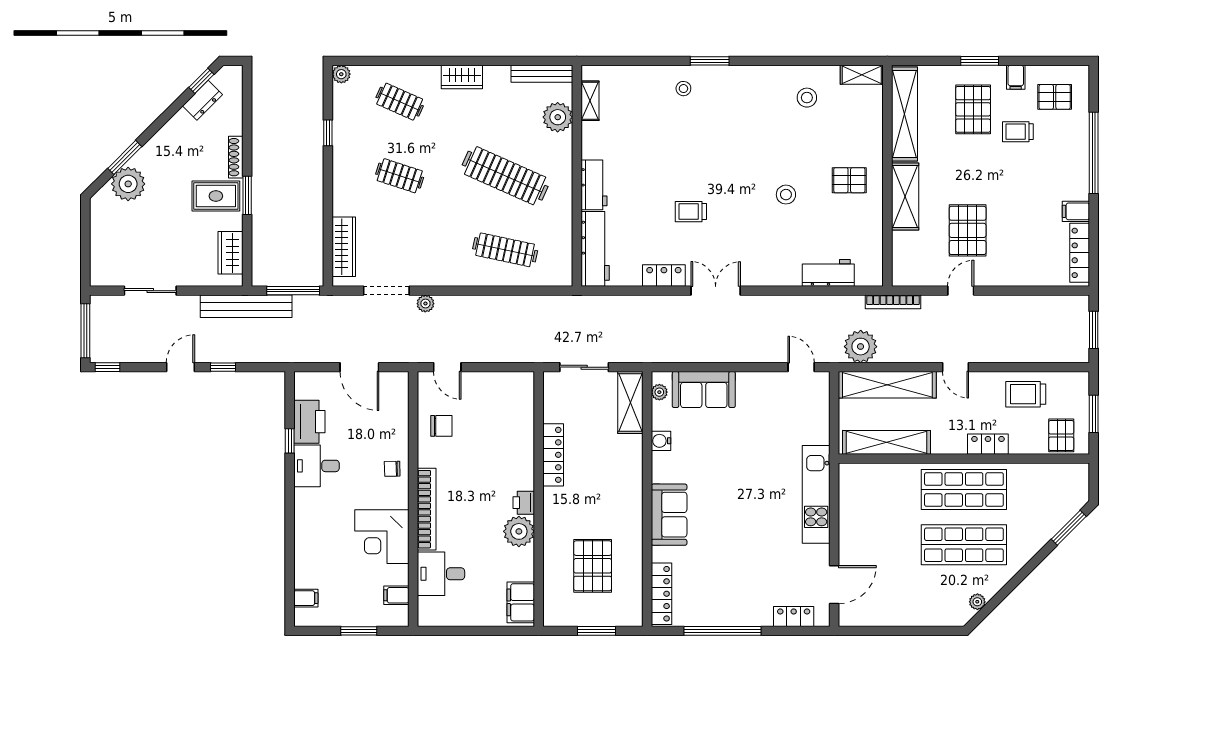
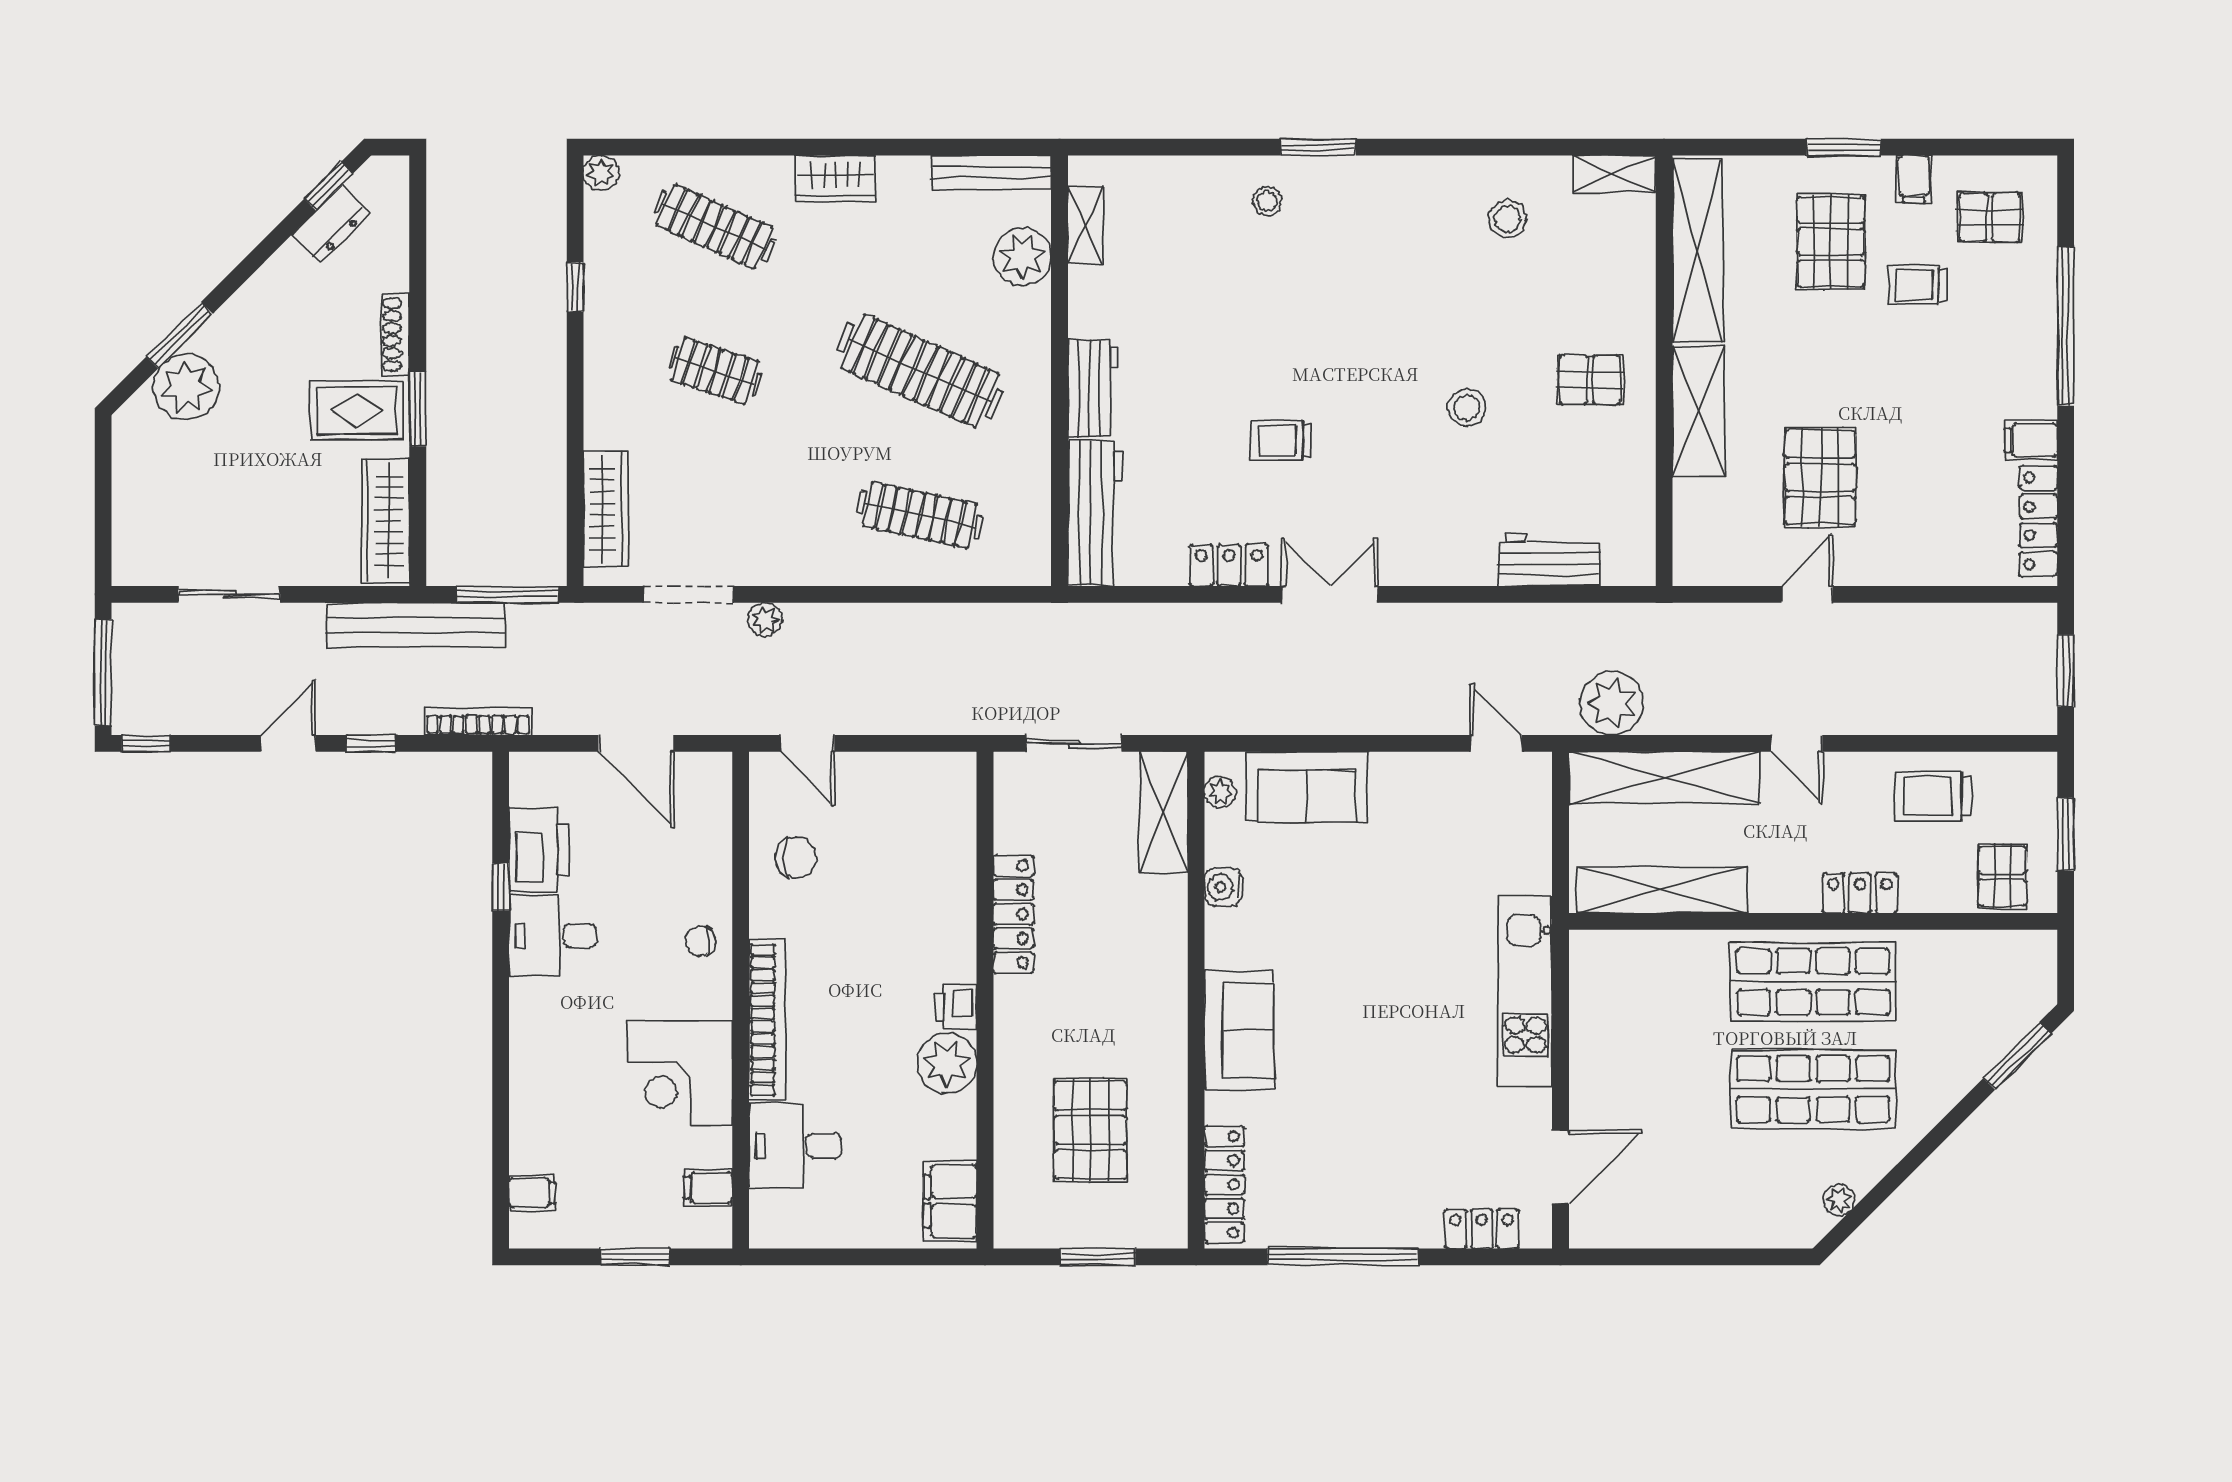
clothes rail: (400, 102) -> (715, 227), width x1.36
wardrobe: (230, 253) -> (385, 521), width x1.50
bookcase: (893, 302) -> (478, 721), moved, turned 180

